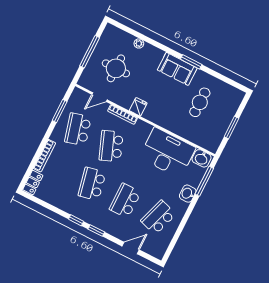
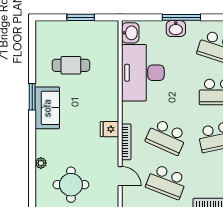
round table: (116, 68) -> (71, 185), moved
school desk: (78, 129) -> (166, 182), turned 36
school desk: (111, 146) -> (166, 137), turned 45
window: (204, 181) -> (181, 17), moved

